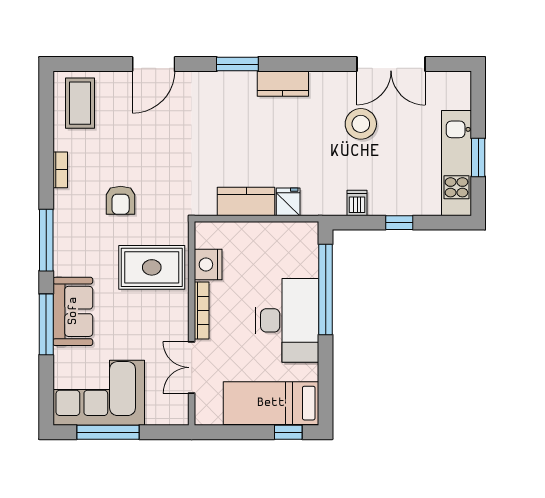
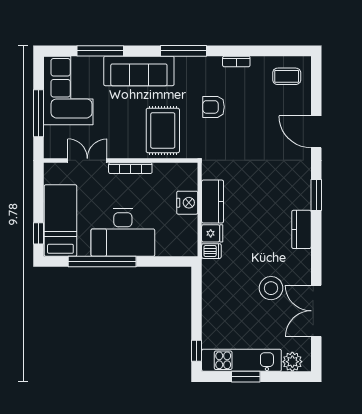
plant: (458, 96) -> (292, 362), added
coffee table: (80, 103) -> (287, 76), width x0.73, depth x0.77
dishwasher: (357, 203) -> (211, 251), moved
window: (399, 223) -> (197, 351), moved
nightstand: (208, 265) -> (187, 203), moved, turned 90
window: (326, 289) -> (102, 262), moved
sofa: (73, 311) -> (139, 71), width x1.36
window: (46, 324) -> (100, 51), moved
window: (108, 432) -> (39, 113), moved

